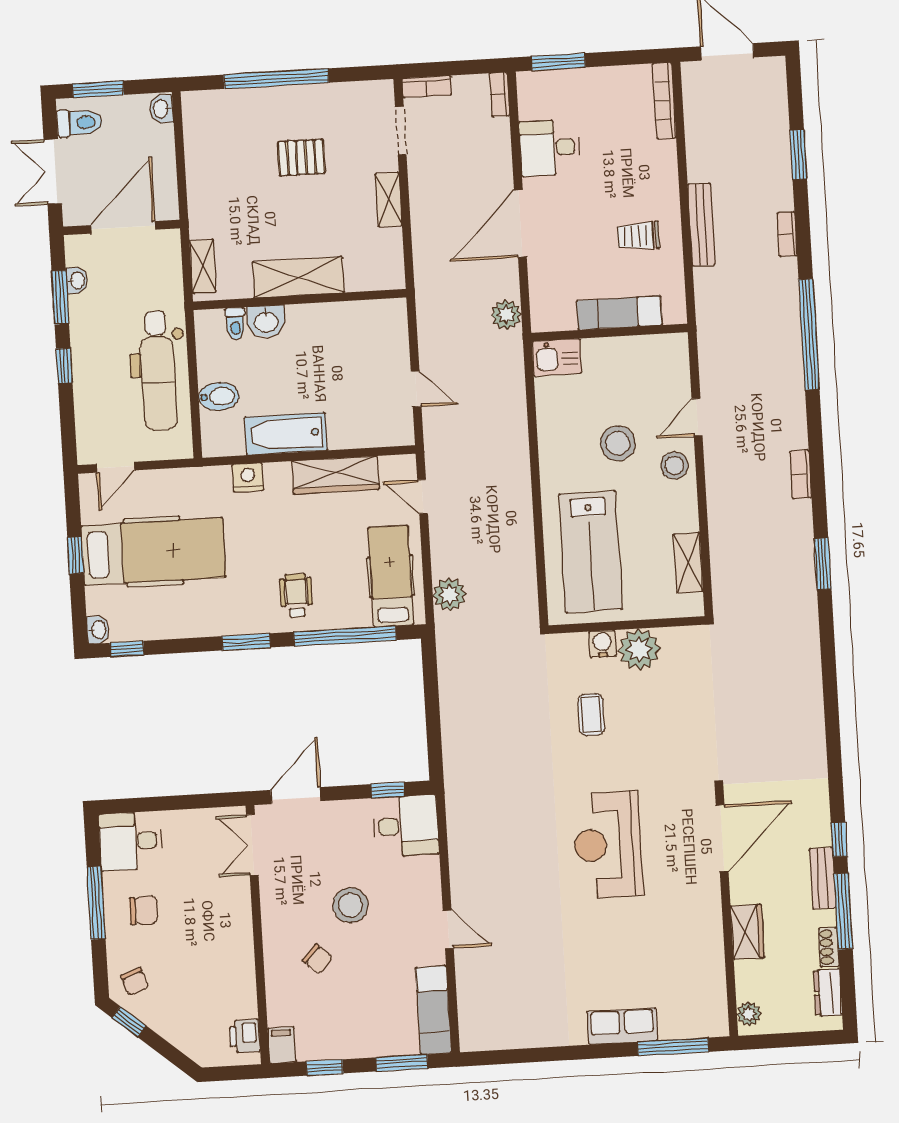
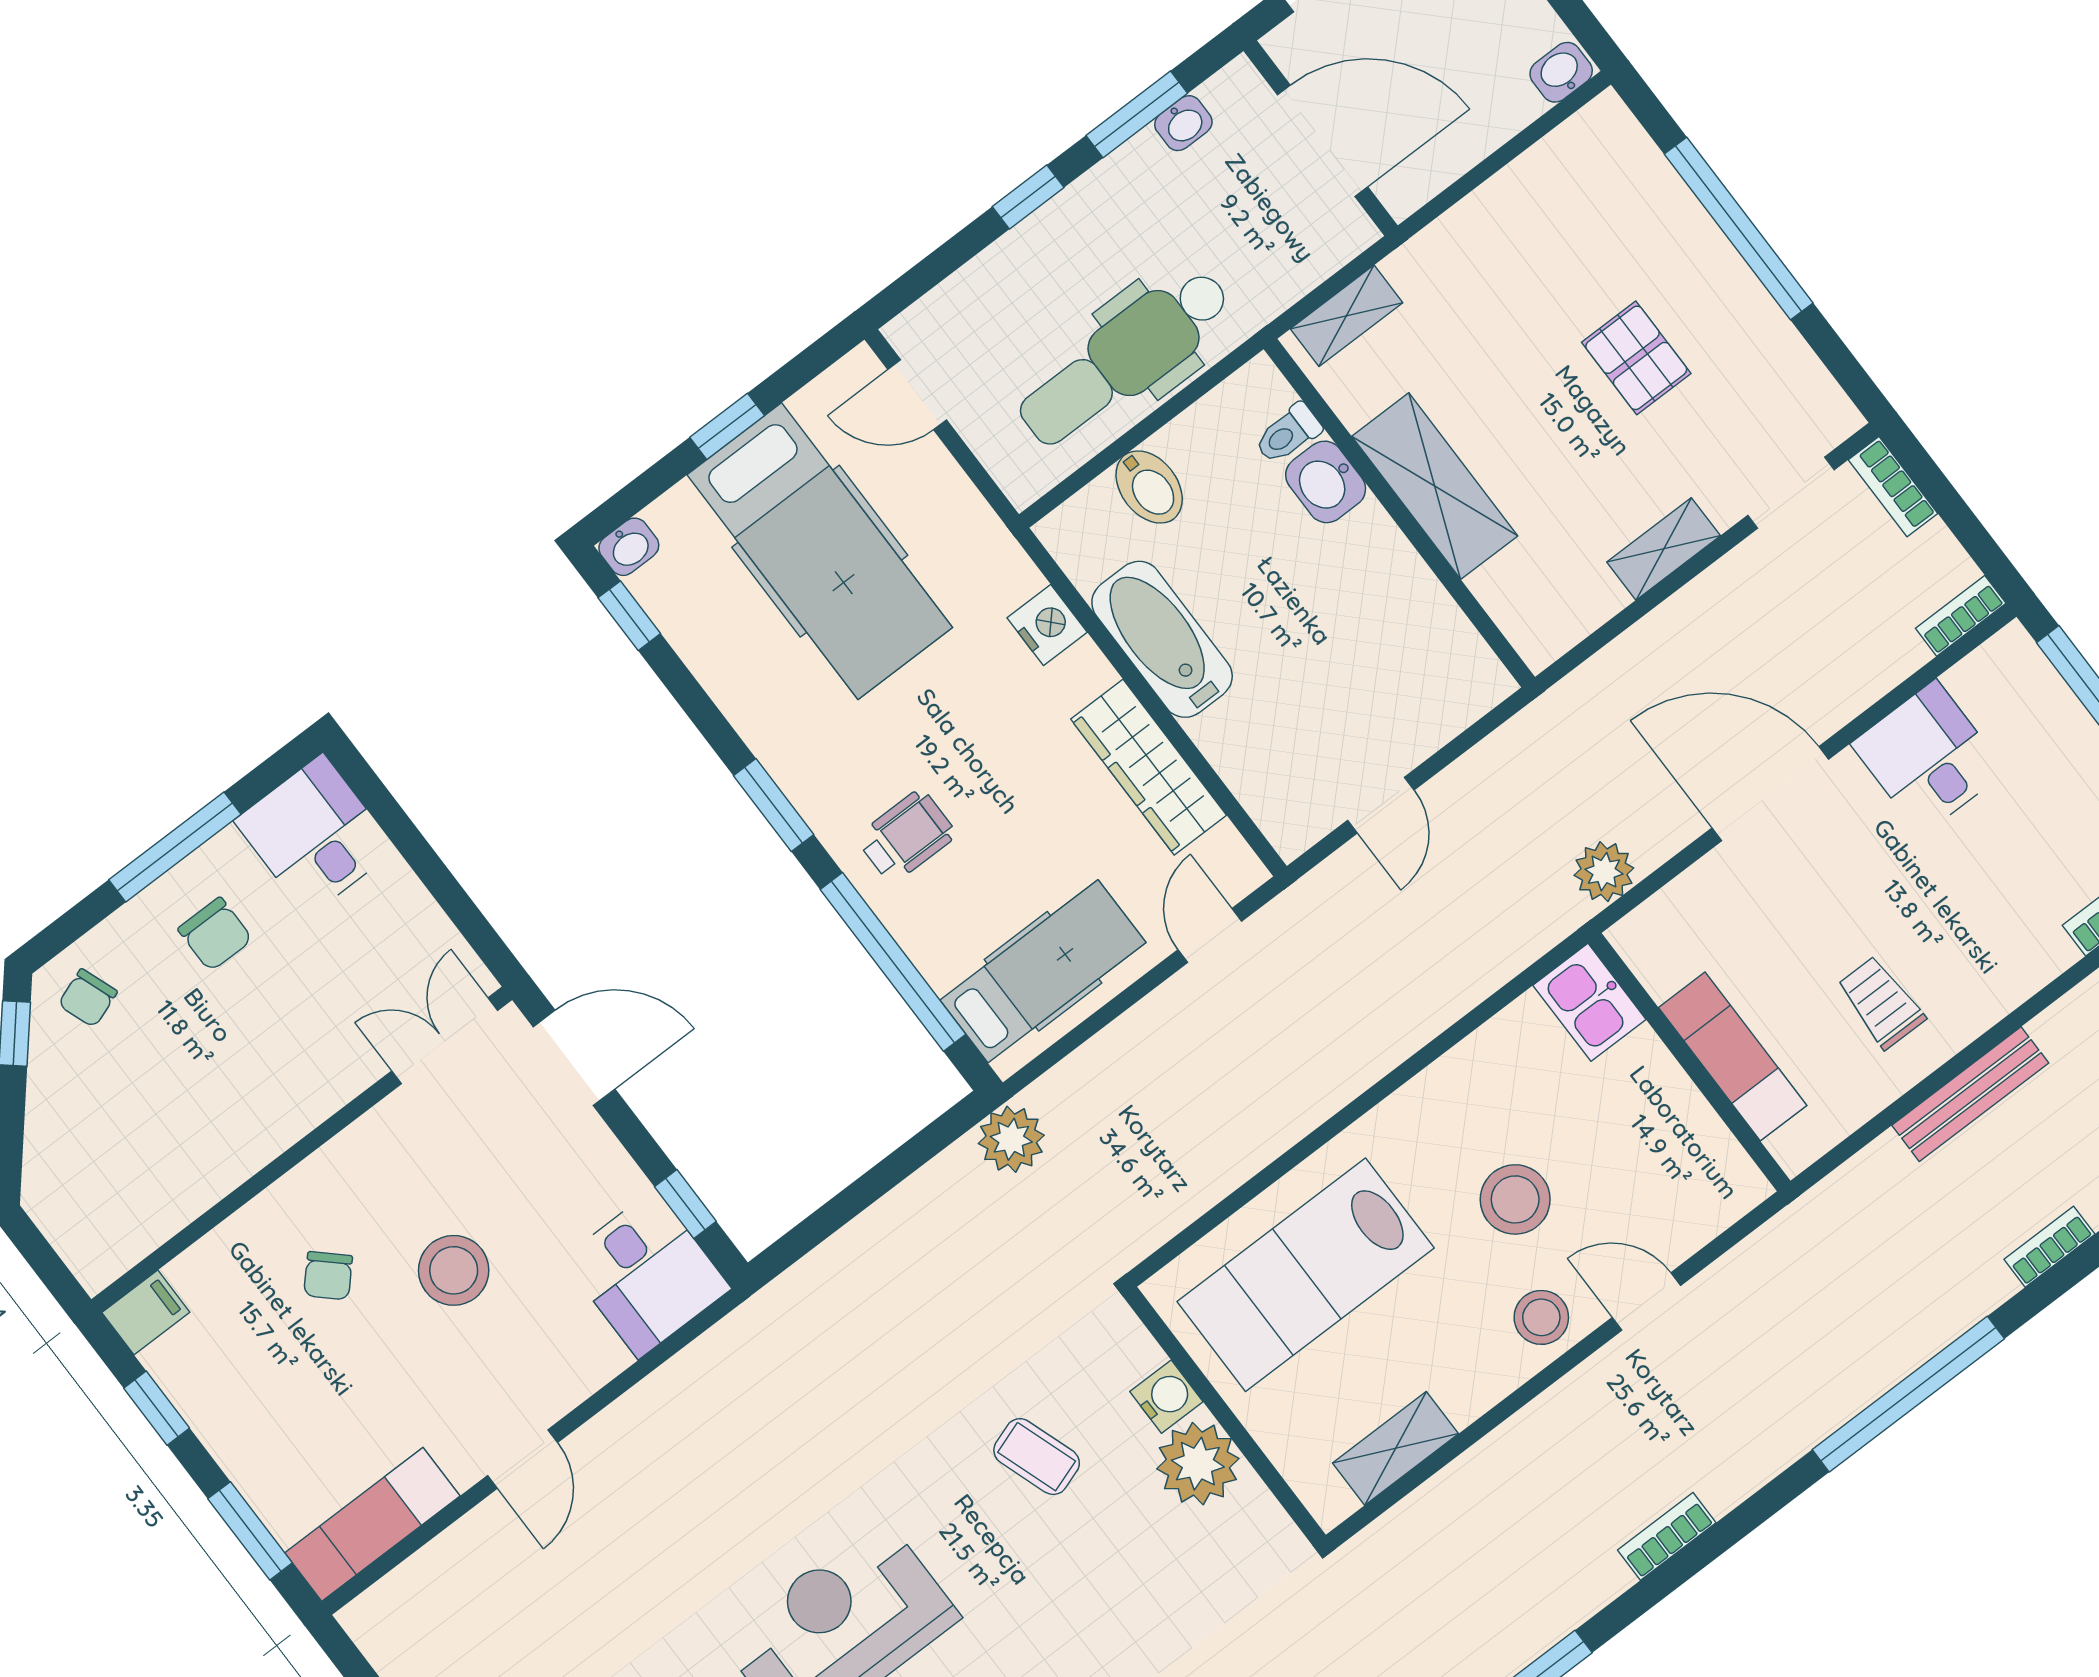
plant: (449, 595) -> (1011, 1139), moved
coffee table: (591, 715) -> (1037, 1457), turned 71
printer: (245, 1036) -> (120, 1241), removed

